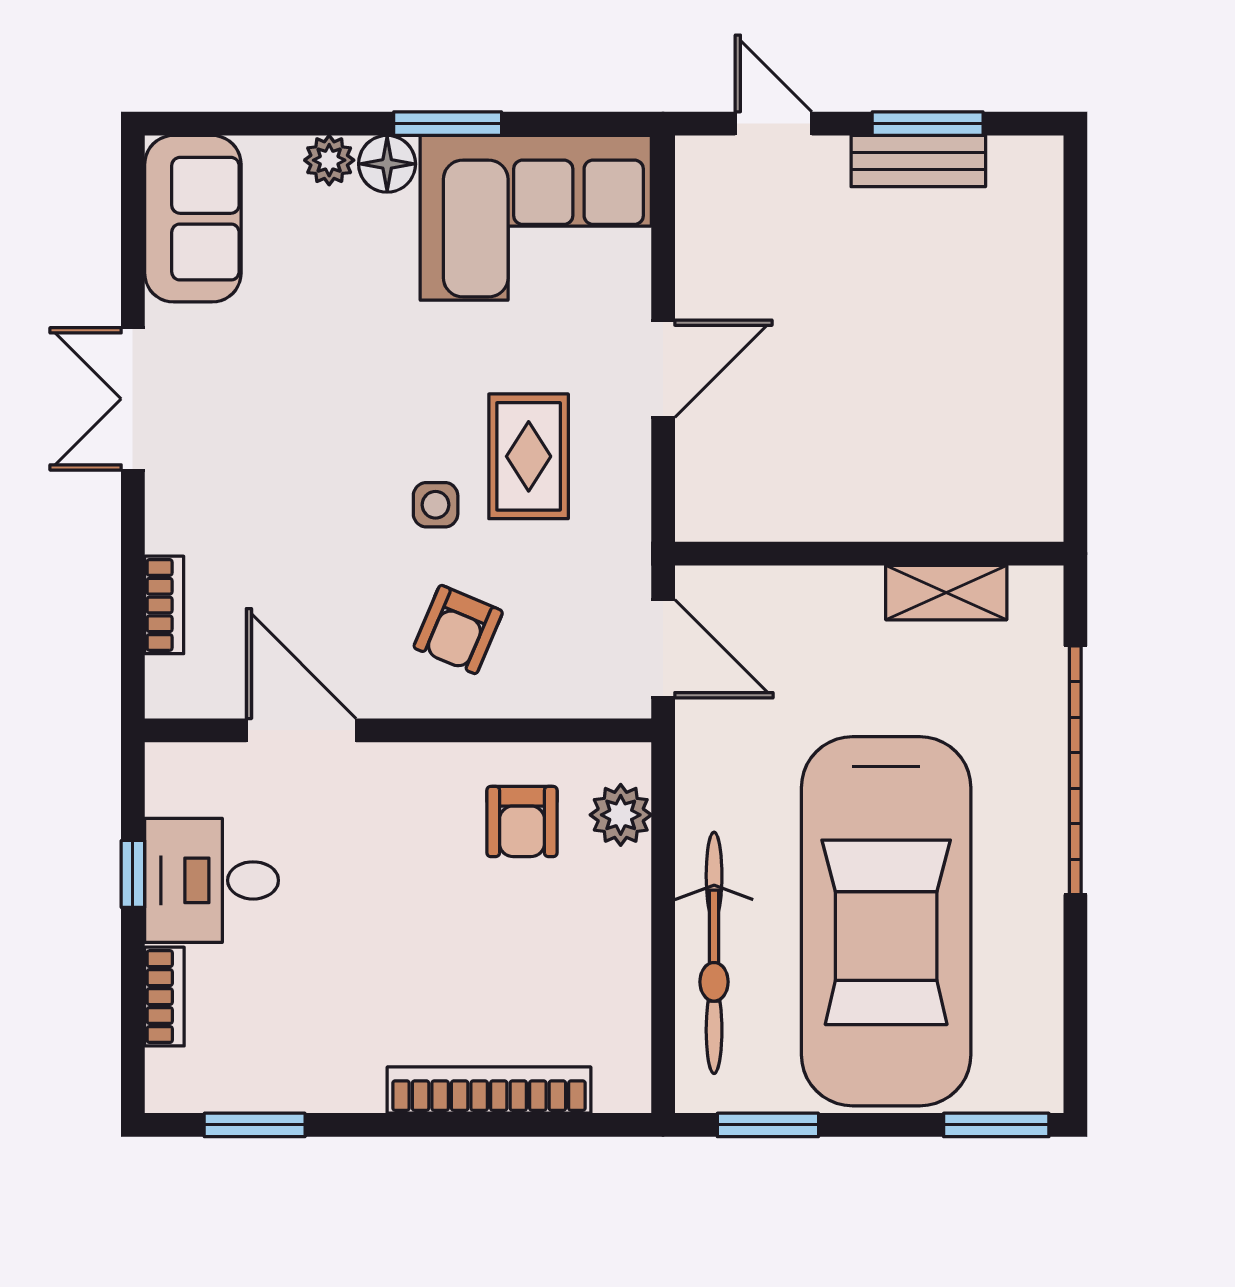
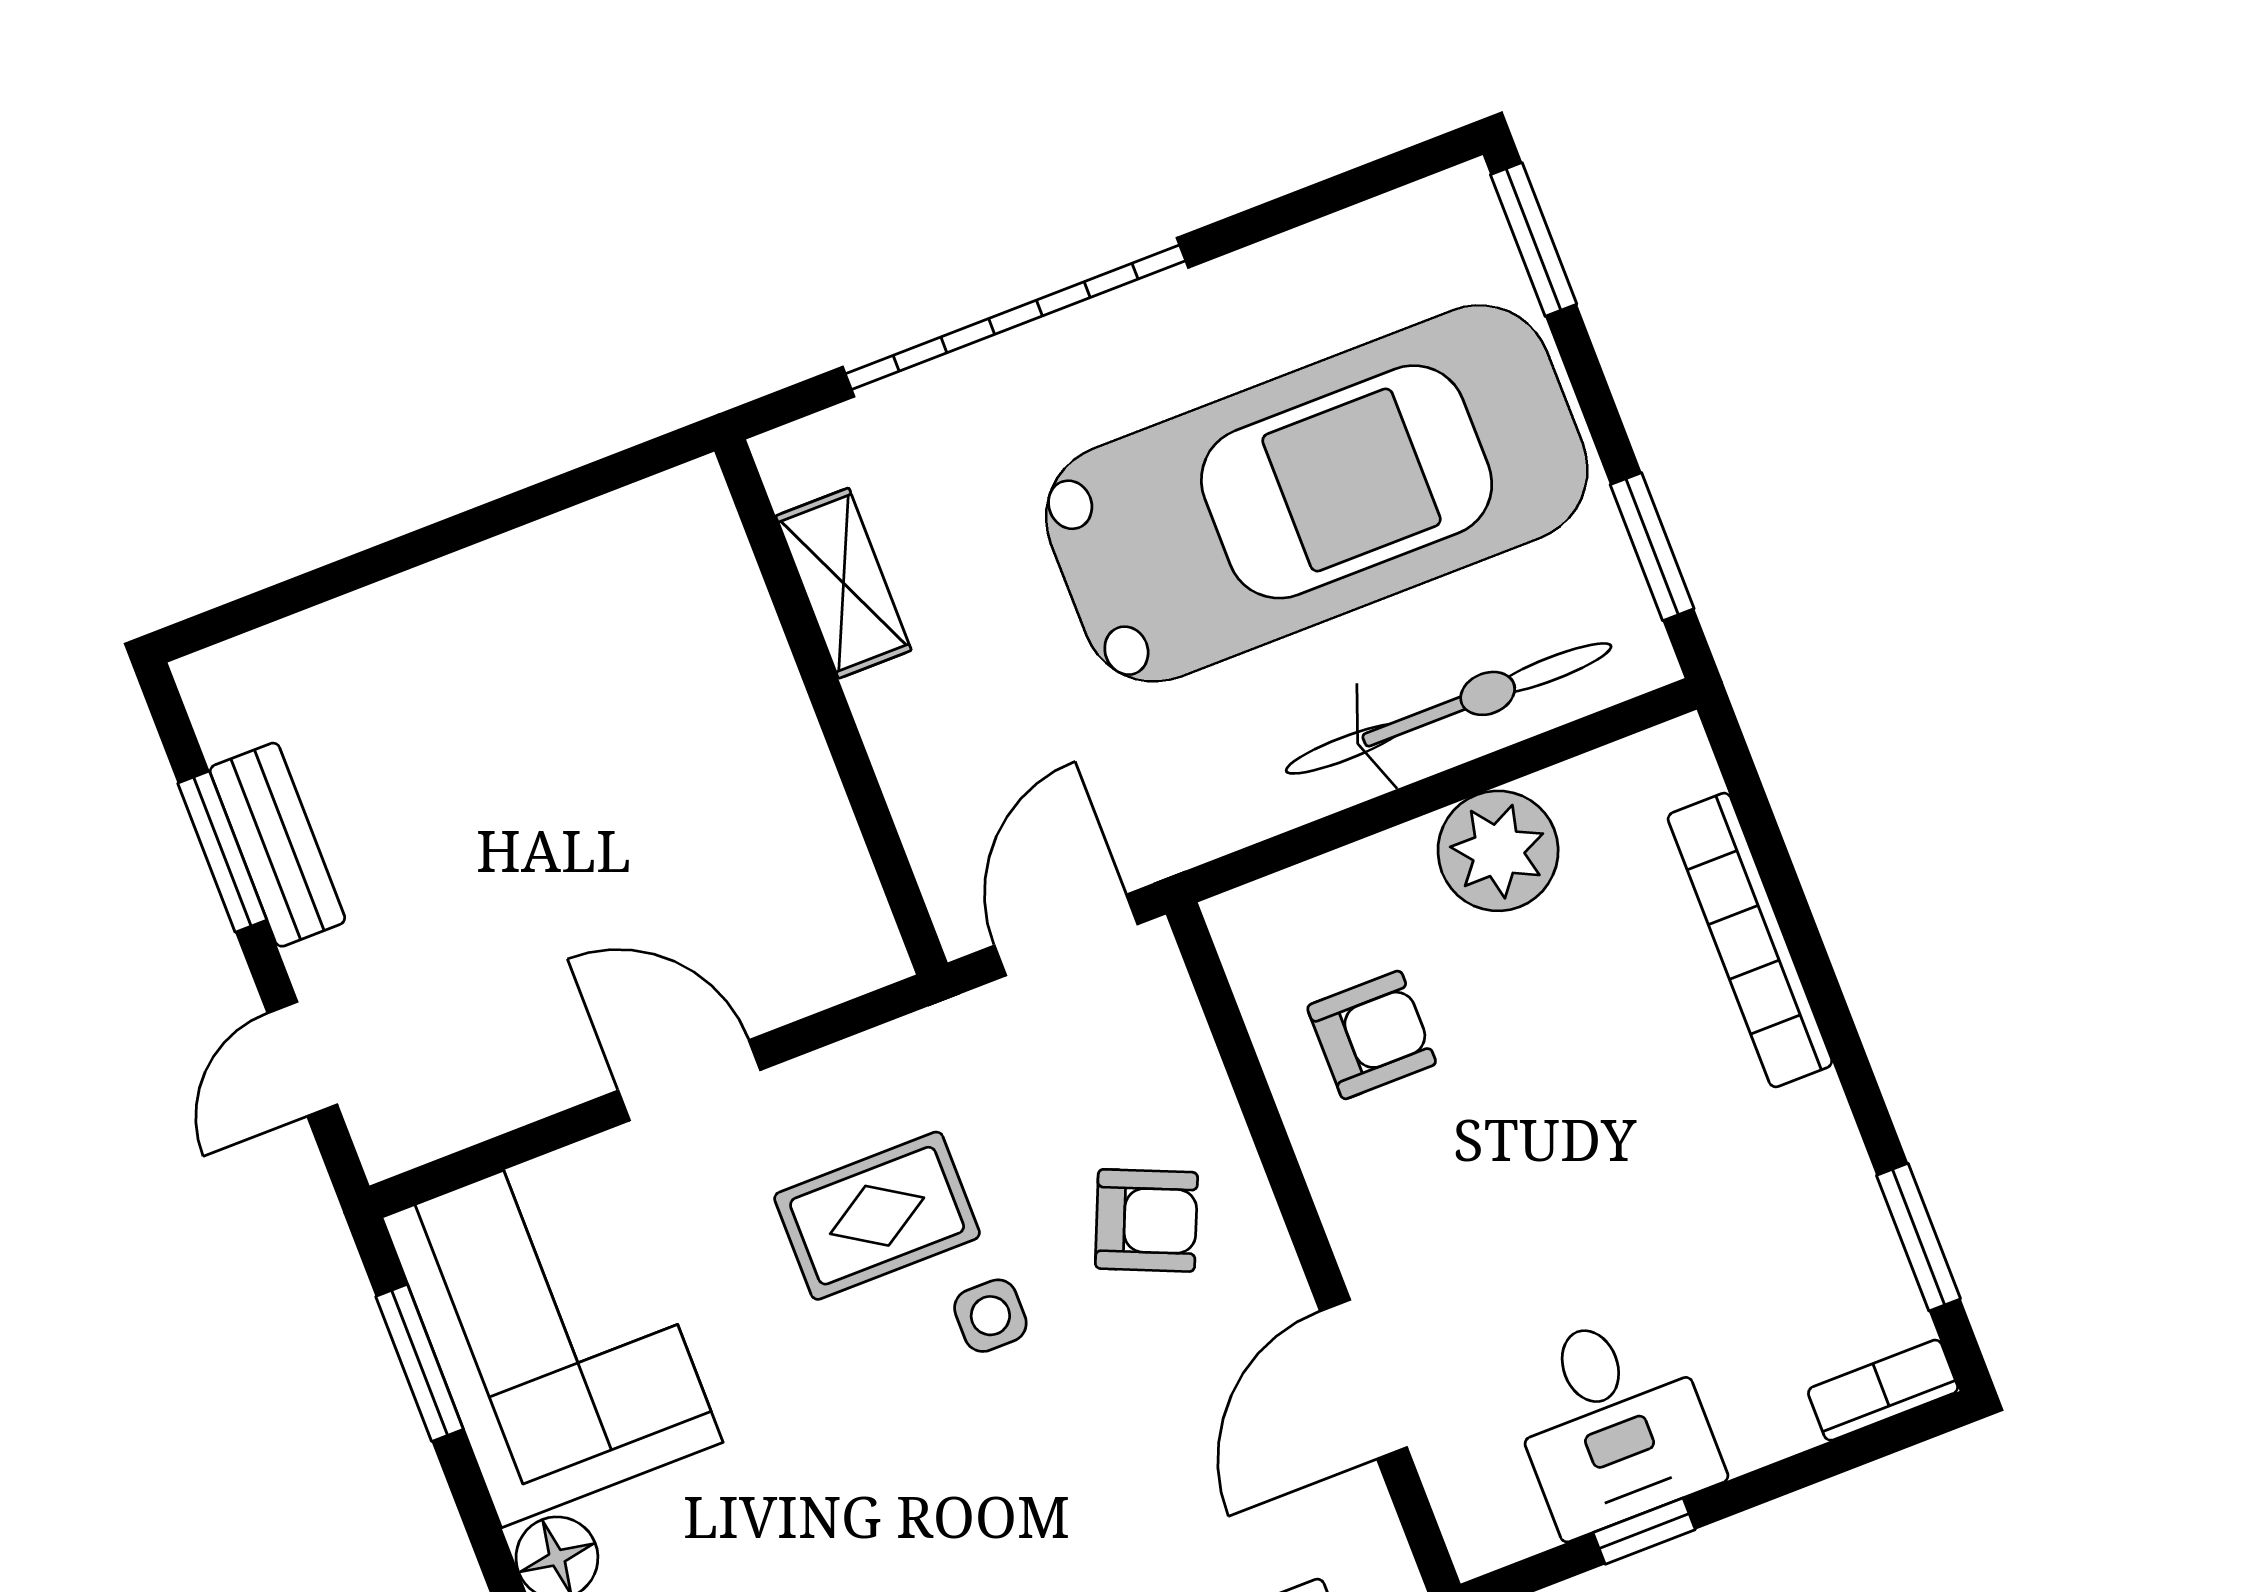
window: (448, 124) -> (420, 1363), moved
plant: (621, 815) -> (1498, 851), moved, width x1.36, depth x1.36
bookcase: (164, 997) -> (1883, 1390), moved

